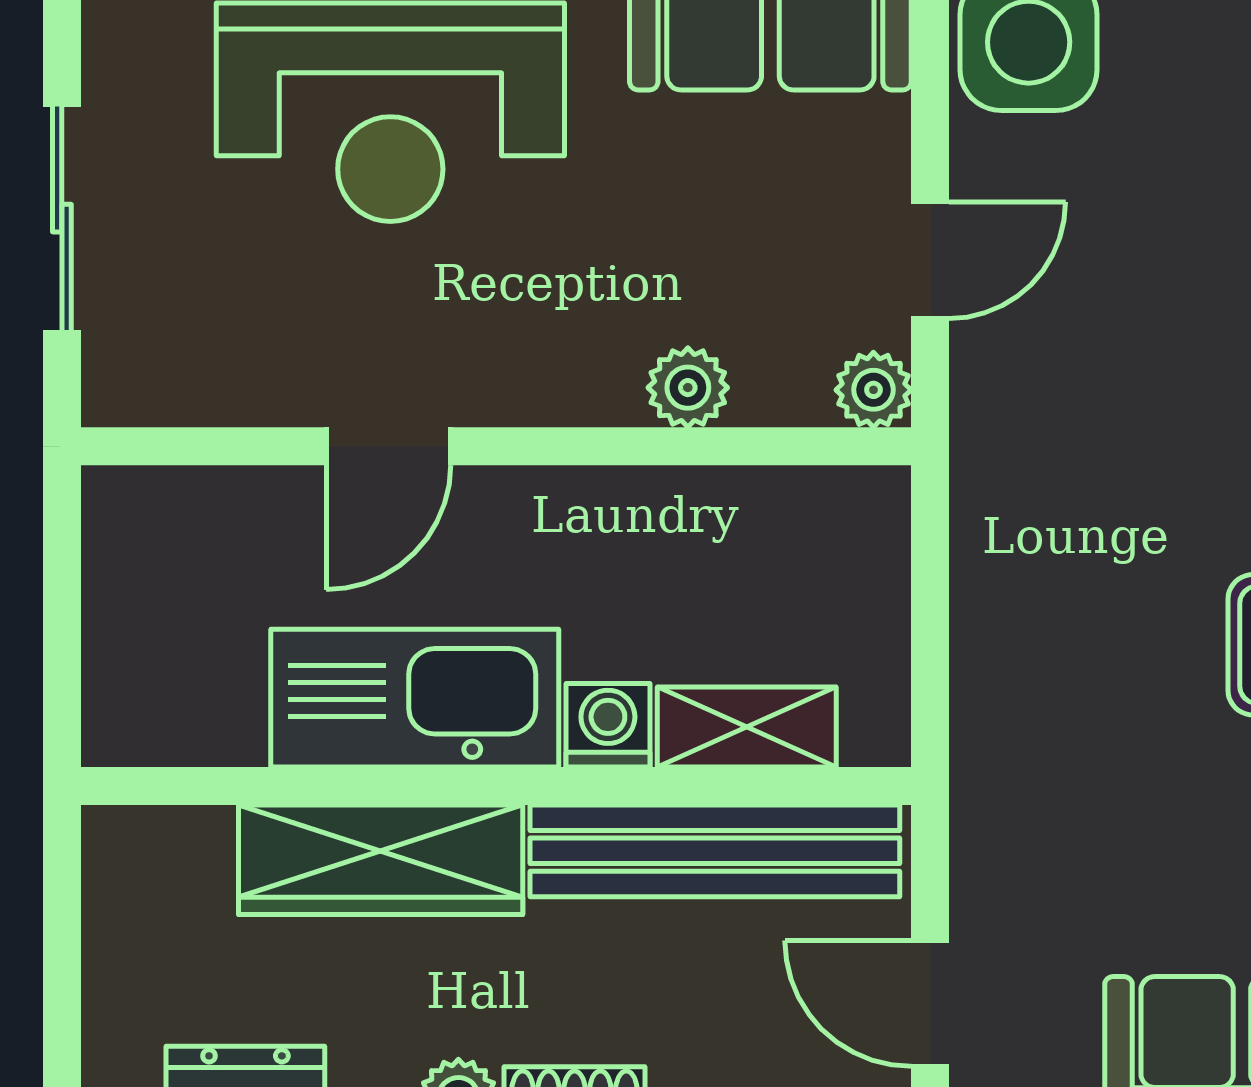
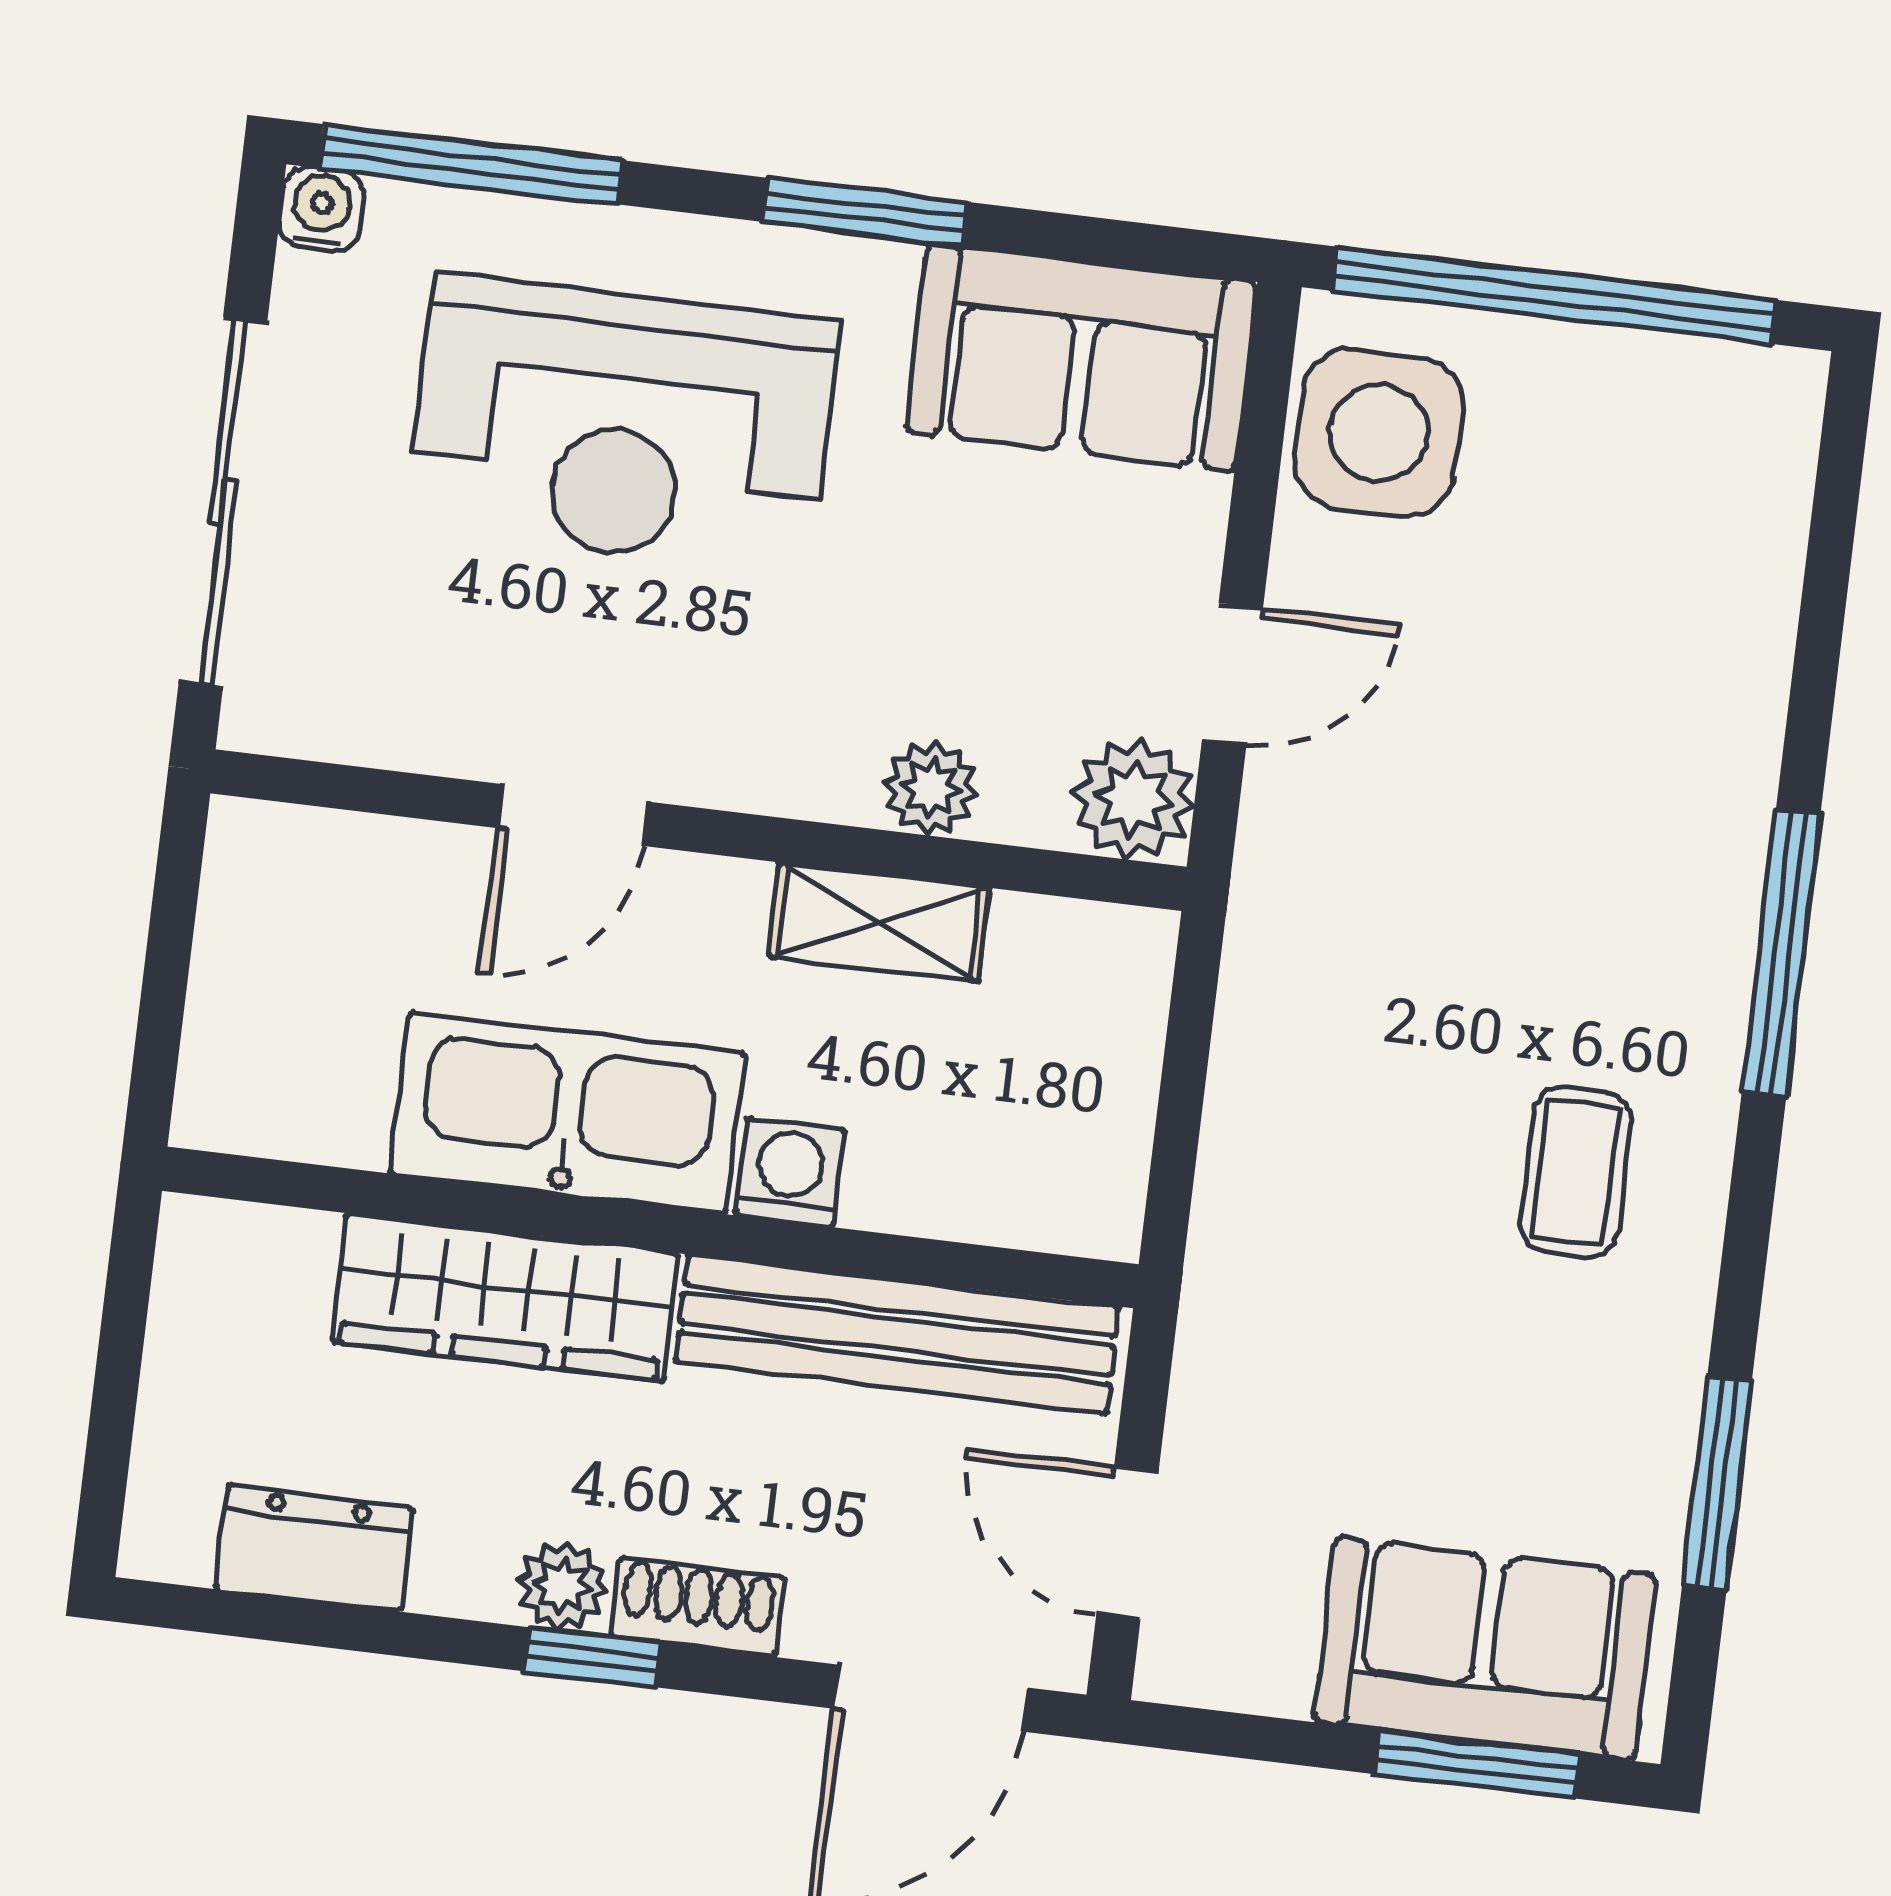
sliding door: (62, 218) -> (223, 502), width x1.37
plant: (873, 390) -> (1134, 799), width x1.38, depth x1.38
shelving: (747, 727) -> (879, 922), moved

